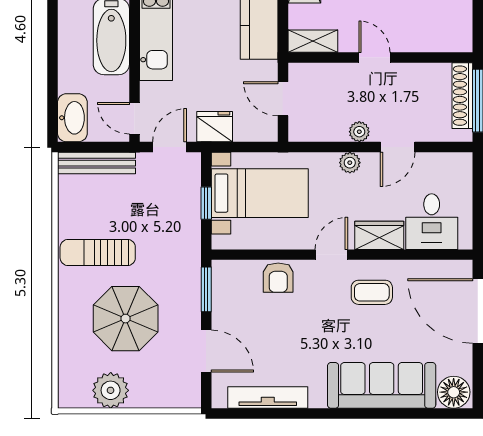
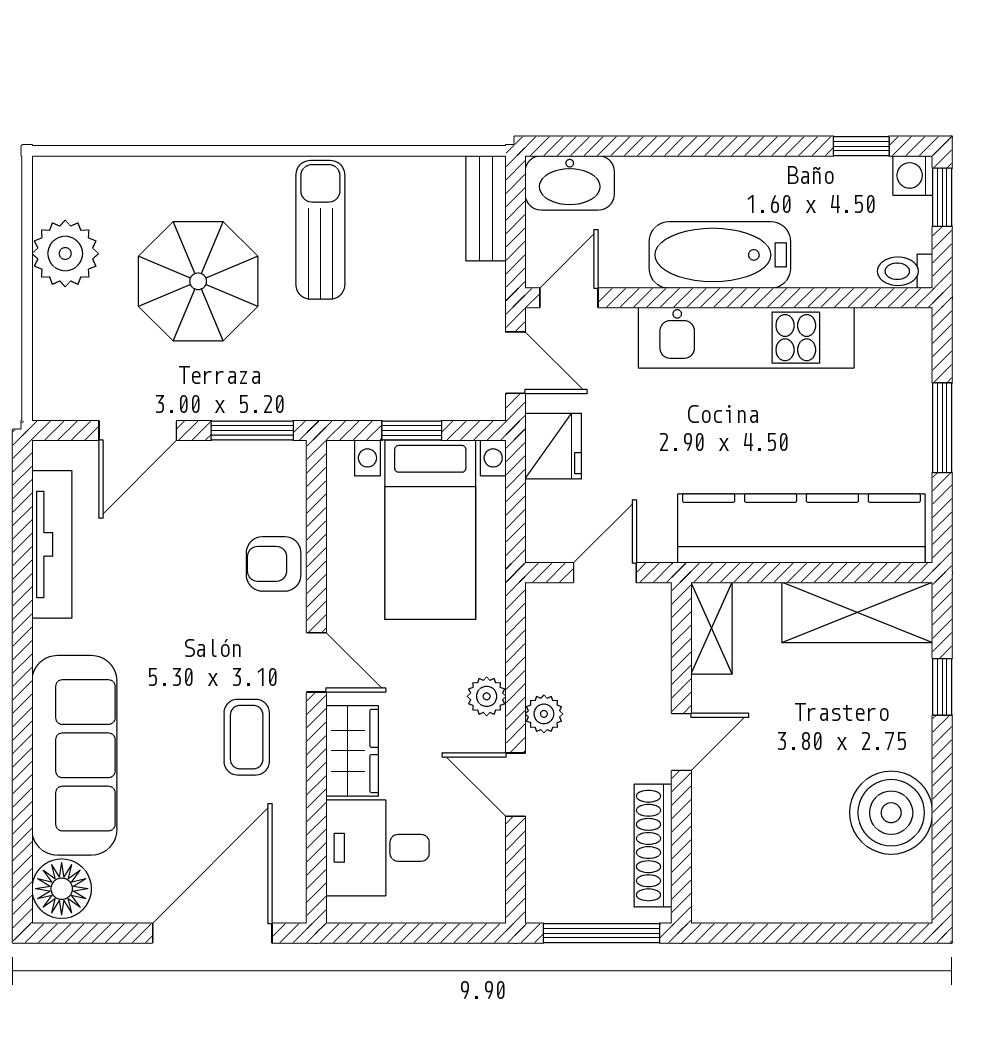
shoe rack: (462, 96) -> (653, 846), moved, turned -90
bench: (96, 163) -> (486, 208), width x0.73

